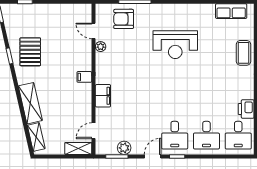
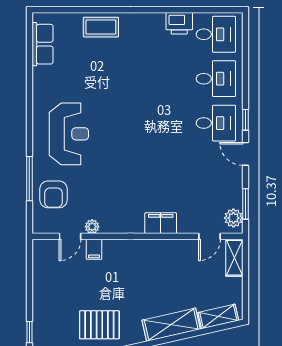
reception desk: (175, 45) -> (69, 134), moved
filing cabinet: (84, 77) -> (94, 249), moved
door: (94, 131) -> (210, 236), hinge flipped
plant: (124, 148) -> (233, 218), moved

